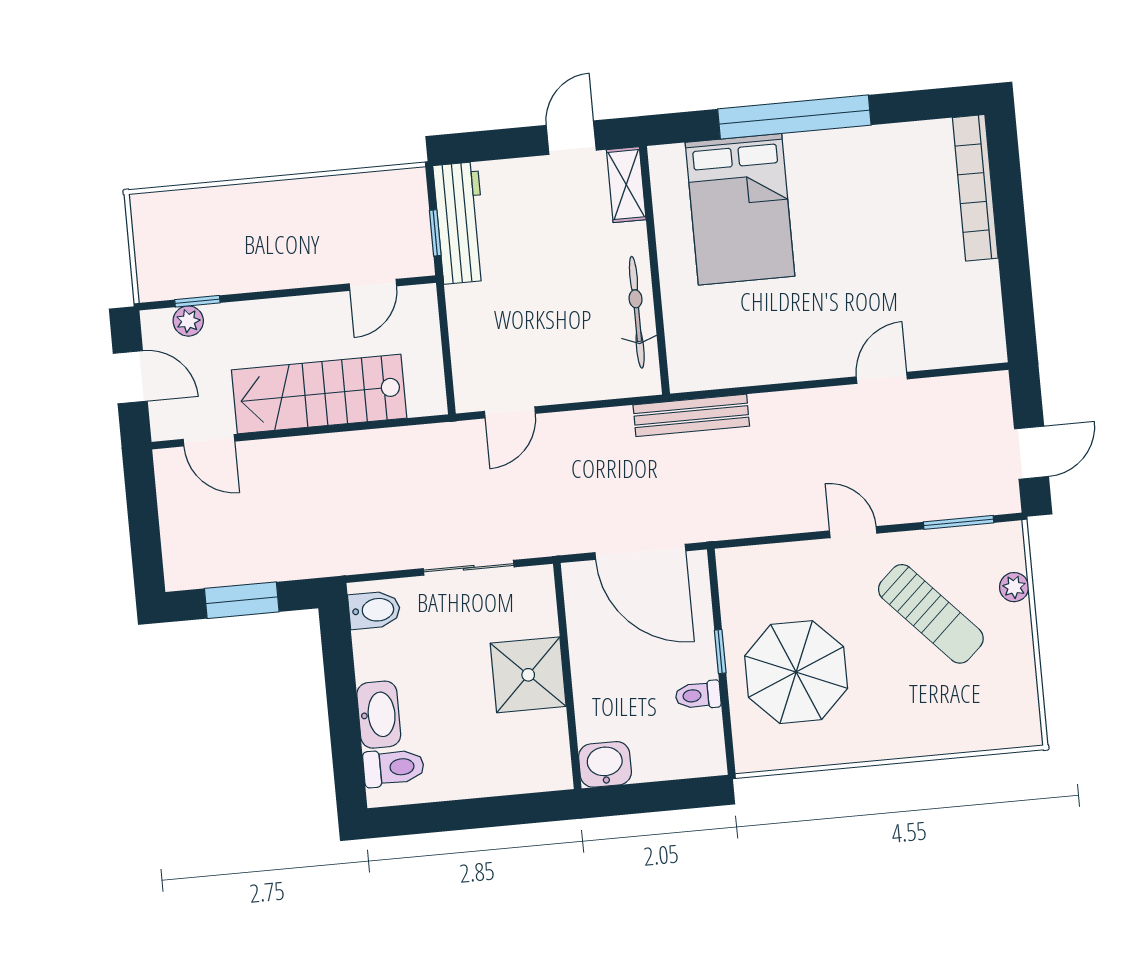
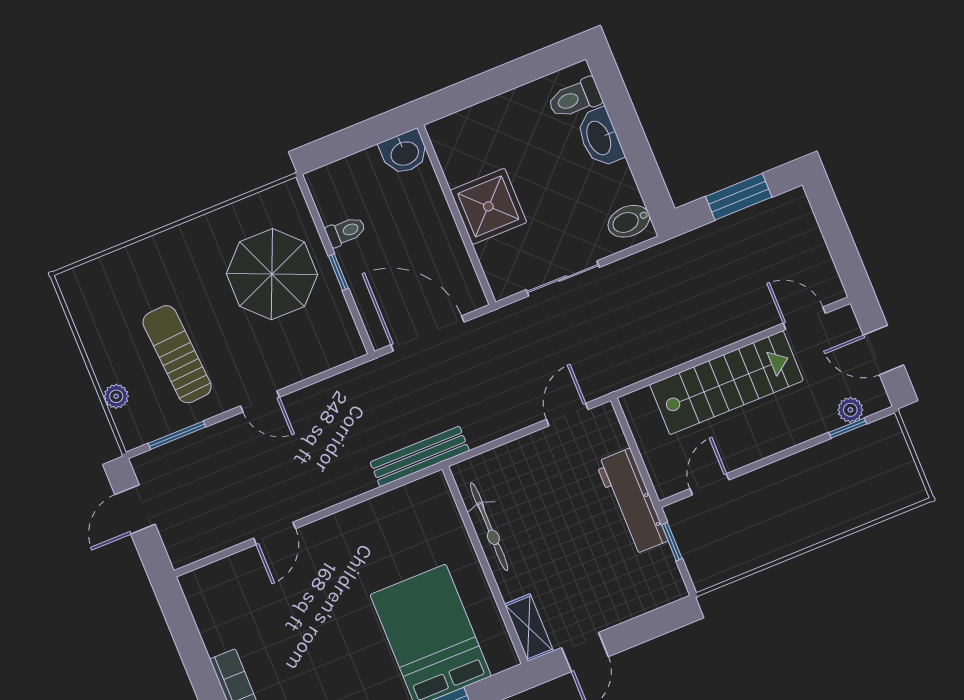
workbench: (460, 223) -> (632, 501), moved
sun lounger: (931, 614) -> (177, 354), turned 39

